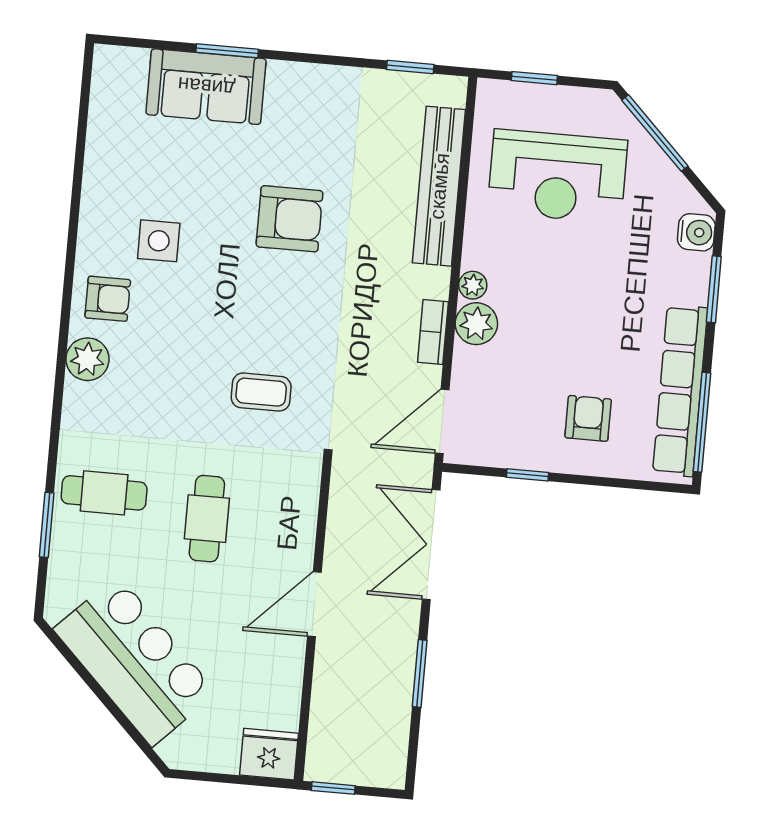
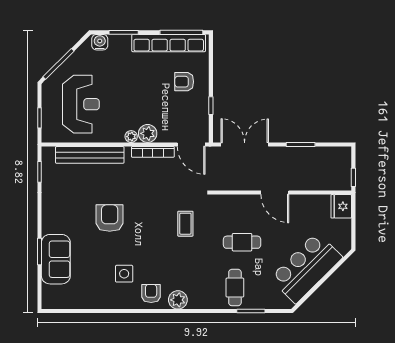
bookcase: (433, 332) -> (153, 152), width x1.56
double door: (431, 545) -> (245, 145), swing flipped

